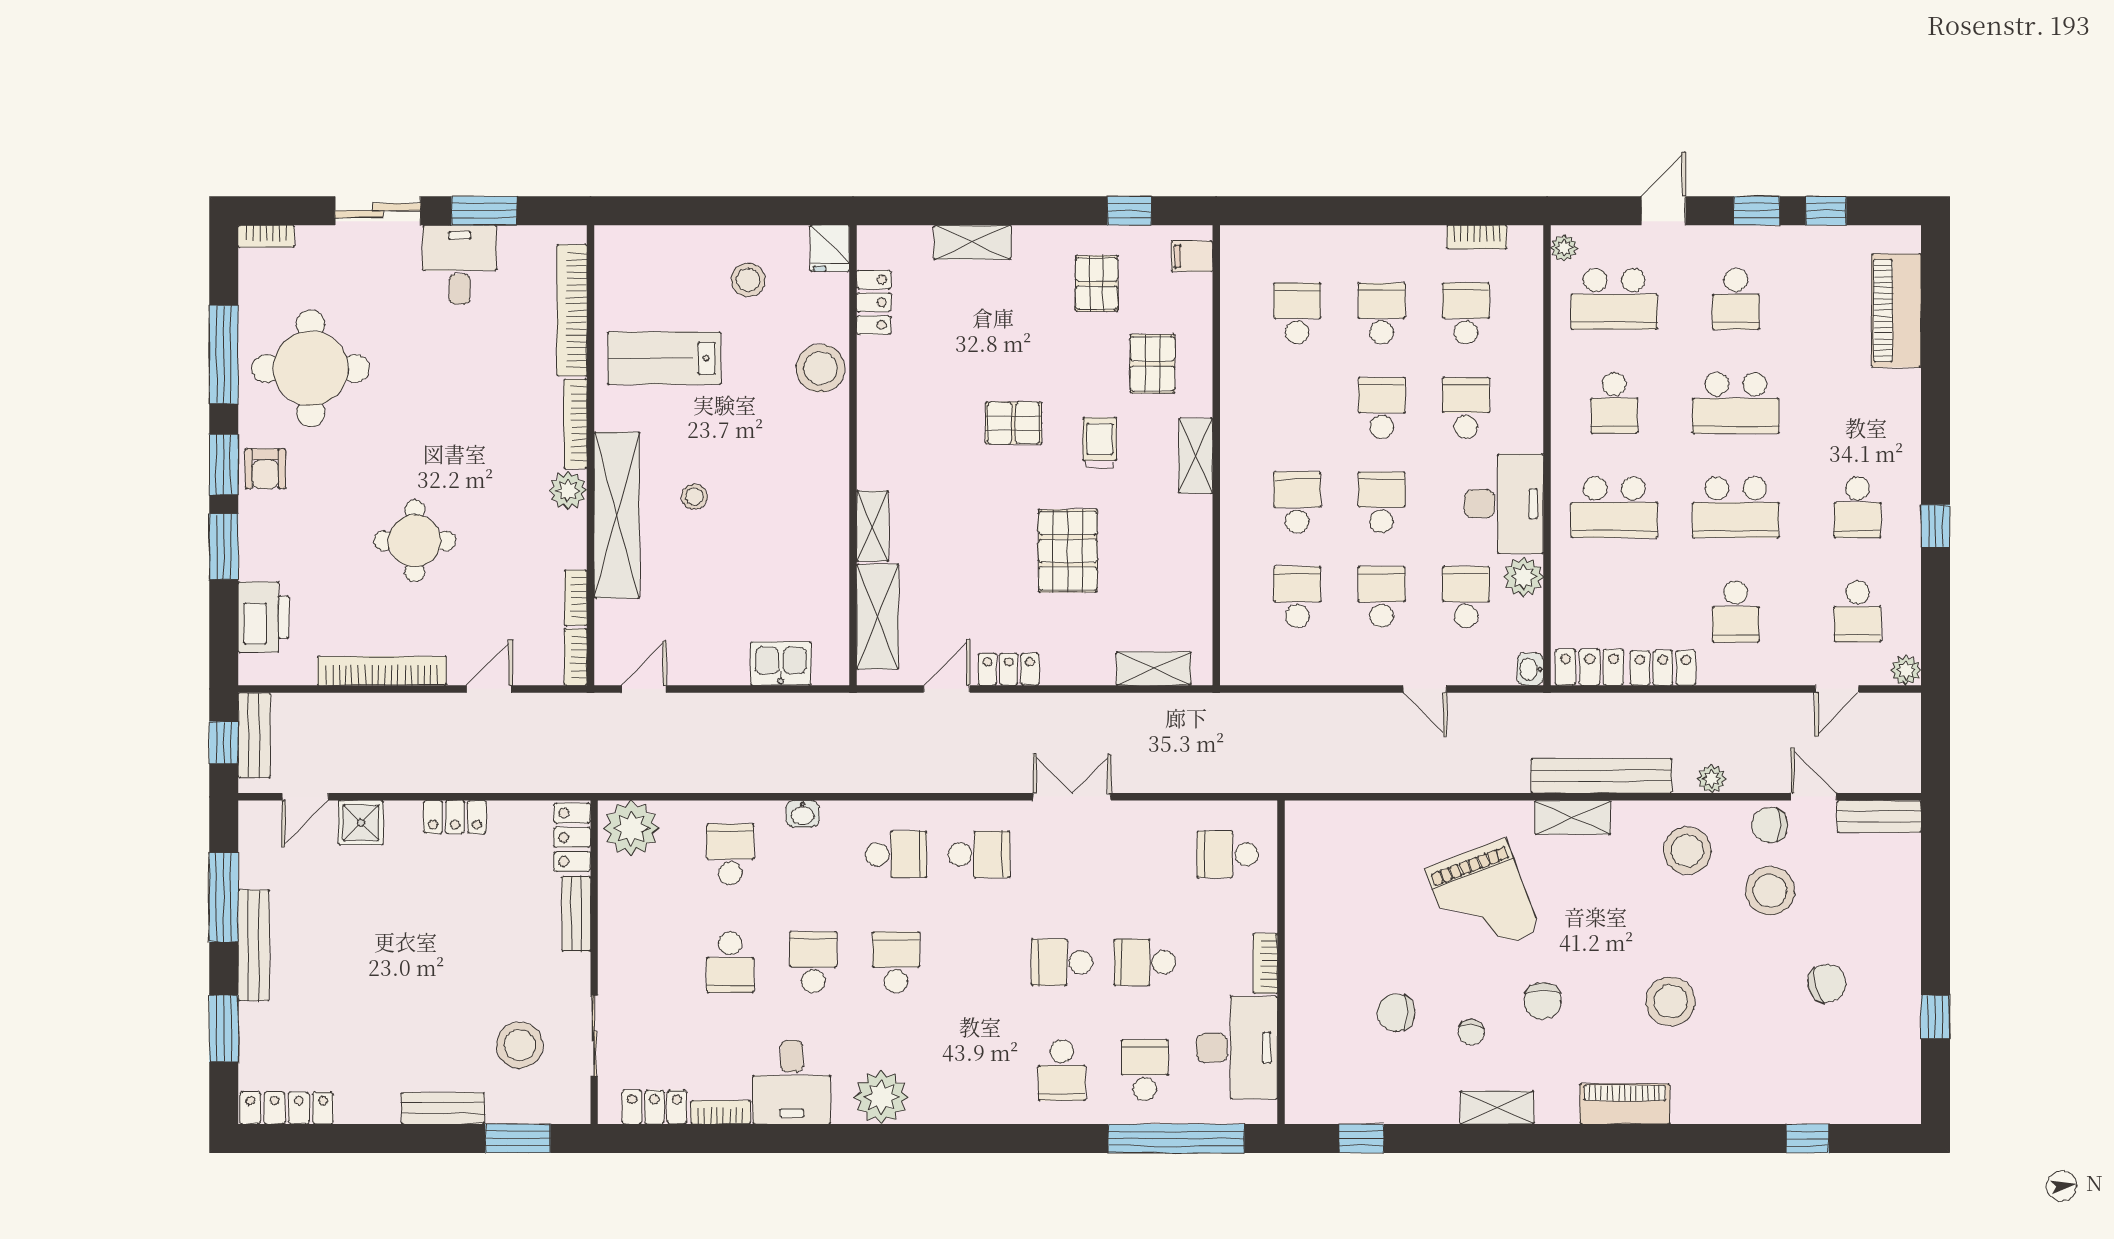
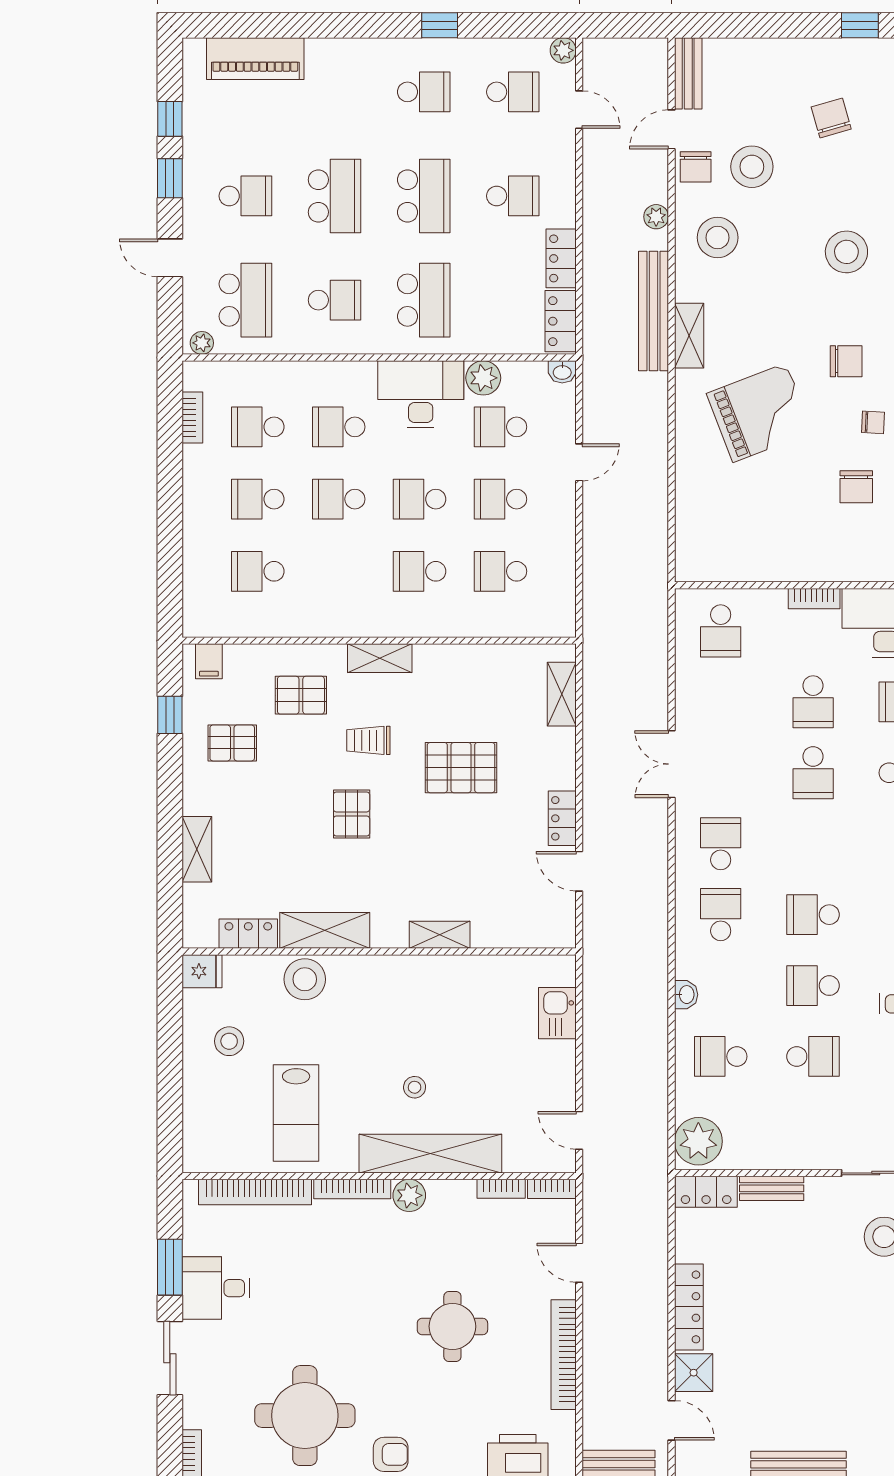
shelving: (878, 617) -> (325, 930), moved
locker: (455, 817) -> (689, 1307), width x1.53

